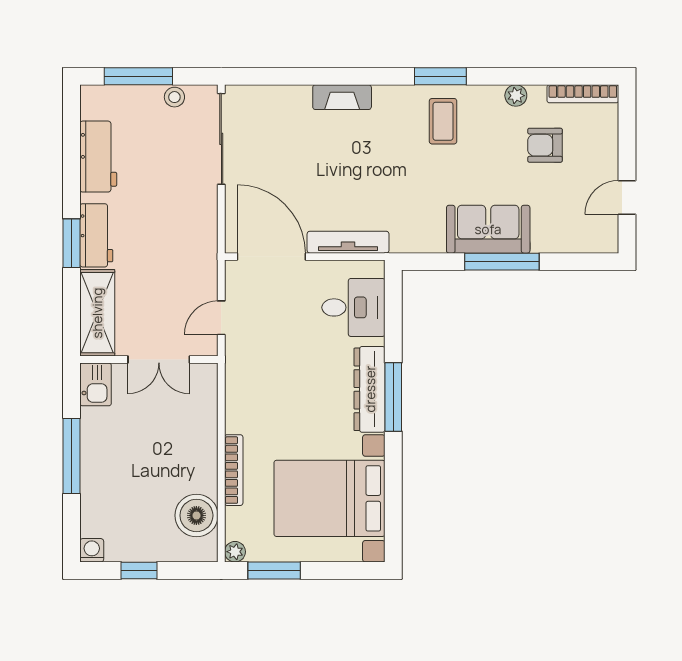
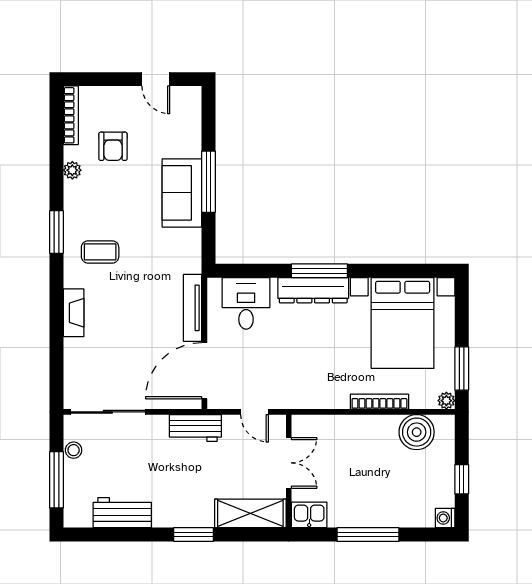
coffee table: (443, 121) -> (100, 252), moved
workbench: (96, 235) -> (195, 428), moved, turned 180

